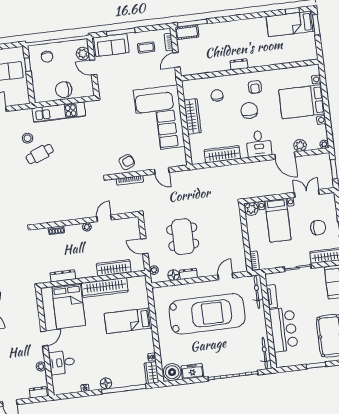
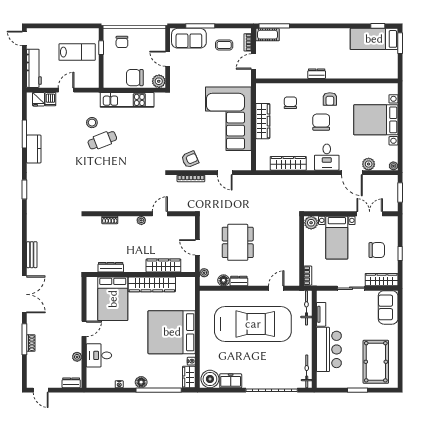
plant: (83, 54) -> (159, 81), moved
bed: (128, 321) -> (172, 332), width x2.04

